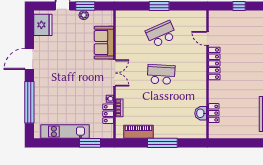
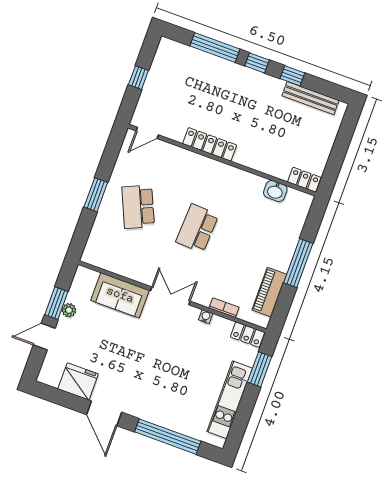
fridge: (43, 25) -> (78, 382), moved
door: (208, 39) -> (147, 133), moved
locker: (214, 113) -> (304, 180), moved
locker: (108, 114) -> (247, 335), moved

